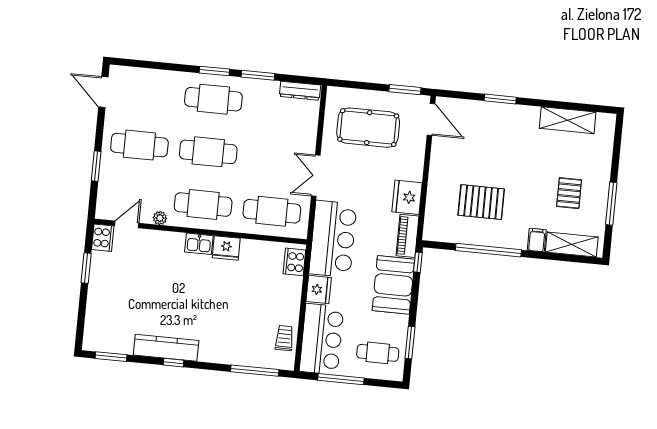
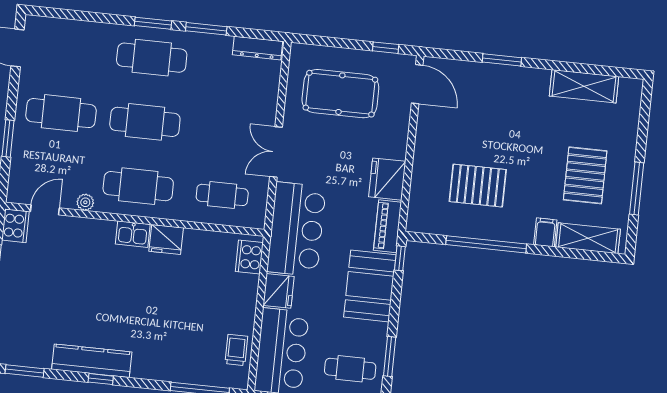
window: (405, 90) -> (386, 48), width x0.67
pallet: (569, 193) -> (585, 175), width x1.50, depth x1.42
cafe table: (272, 211) -> (222, 195), width x0.73, depth x0.74

